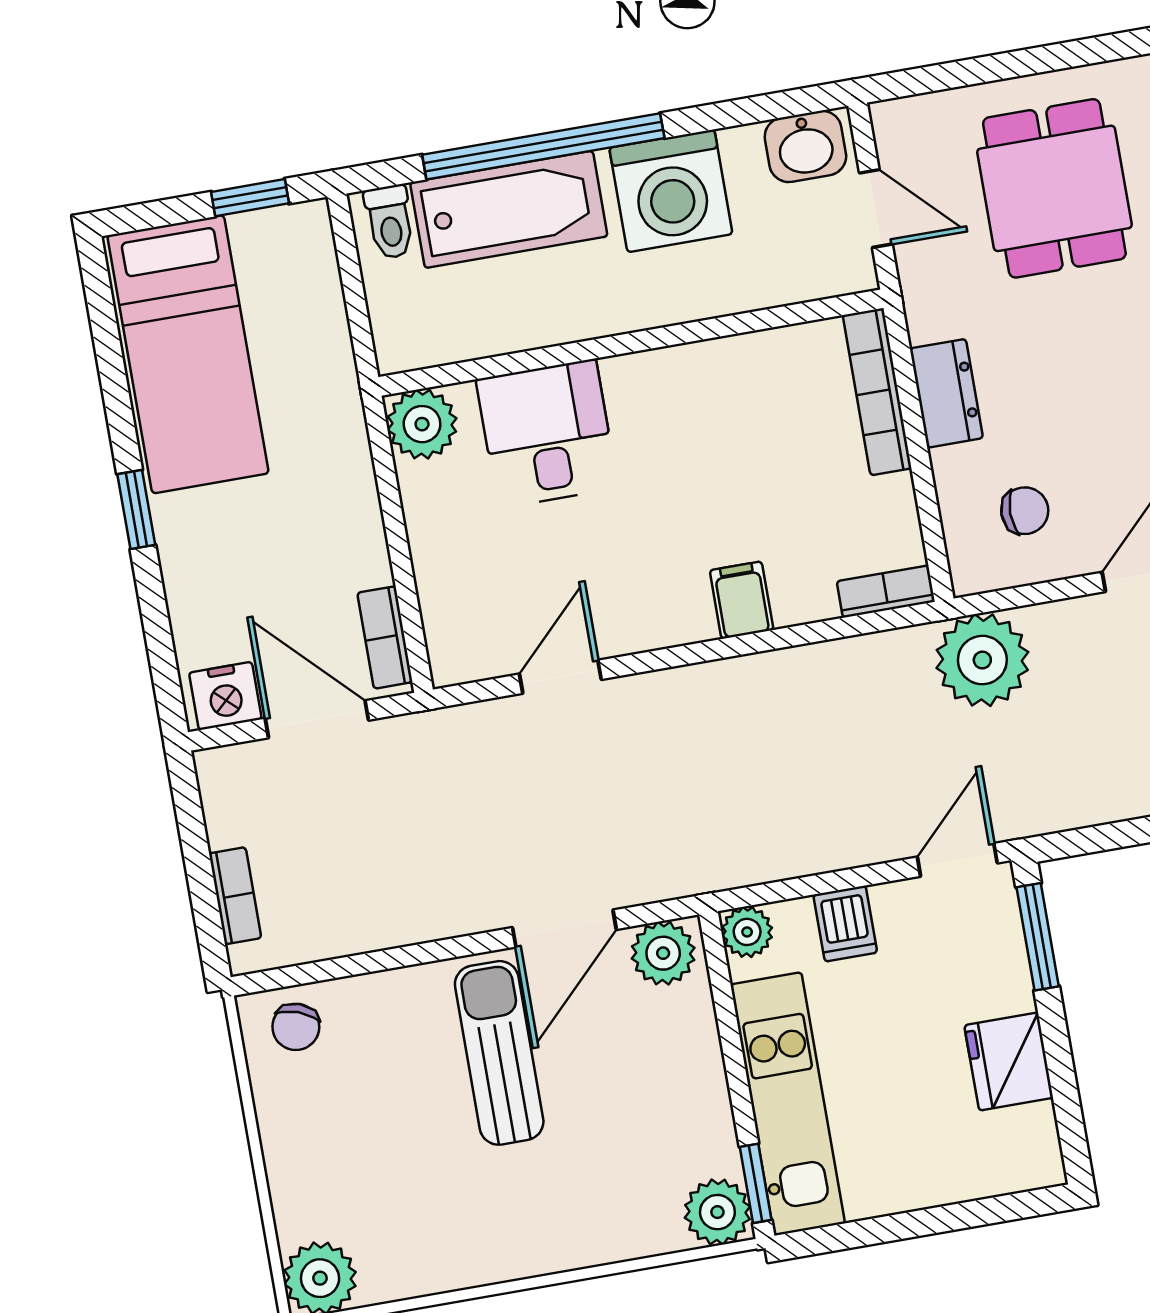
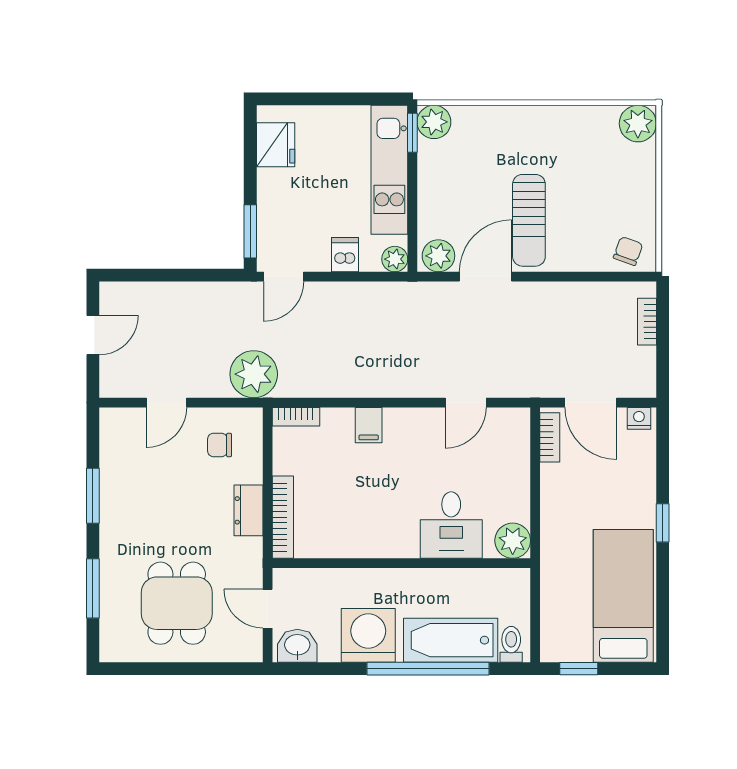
nightstand: (225, 696) -> (639, 418), width x0.72, depth x0.74
fridge: (1009, 1062) -> (276, 145), moved

